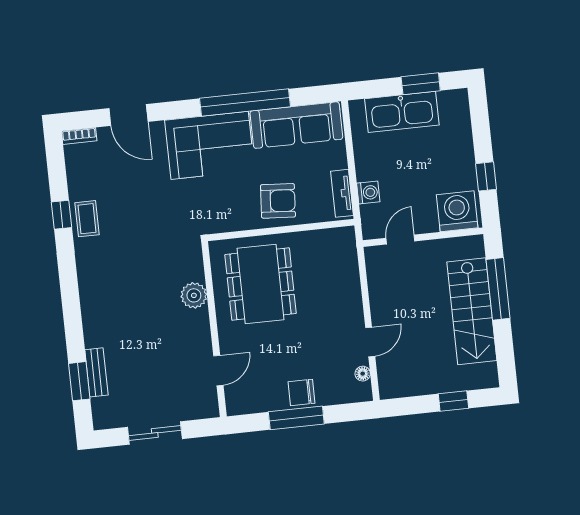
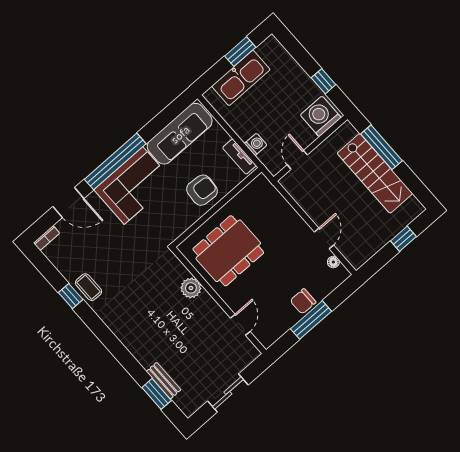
window: (245, 102) -> (115, 161), moved
dining table: (261, 284) -> (228, 251), turned 90

